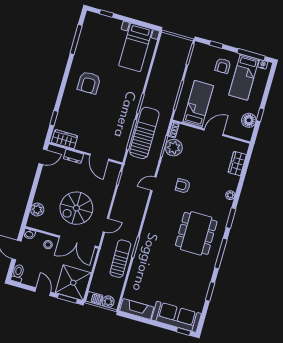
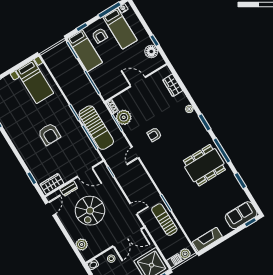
armchair: (89, 83) -> (49, 134), moved
bed: (198, 104) -> (85, 51), moved, turned 180
door: (214, 132) -> (138, 82), hinge flipped
sun lounger: (144, 133) -> (96, 128), turned 180
spiral stairs: (76, 208) -> (90, 211), moved
door: (106, 225) -> (134, 209), hinge flipped
dining table: (196, 233) -> (204, 165), moved, turned 90
sofa: (176, 317) -> (241, 215), width x0.73

